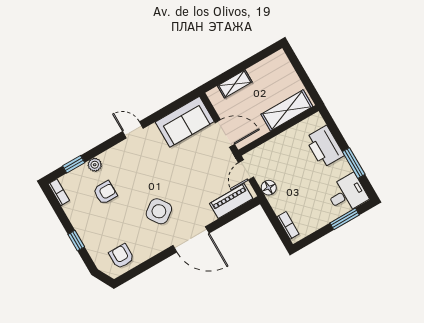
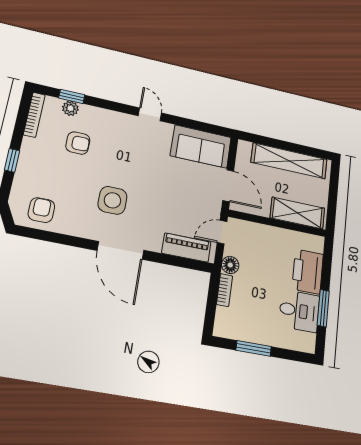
shelving: (235, 84) -> (289, 161), width x2.20, depth x1.33
plant: (95, 165) -> (70, 108), moved
bookcase: (59, 192) -> (34, 115), width x1.56
desk: (347, 194) -> (299, 311), moved
side table: (159, 211) -> (112, 200), turned 36
window: (345, 219) -> (254, 348), moved
bookcase: (288, 225) -> (224, 290), moved

